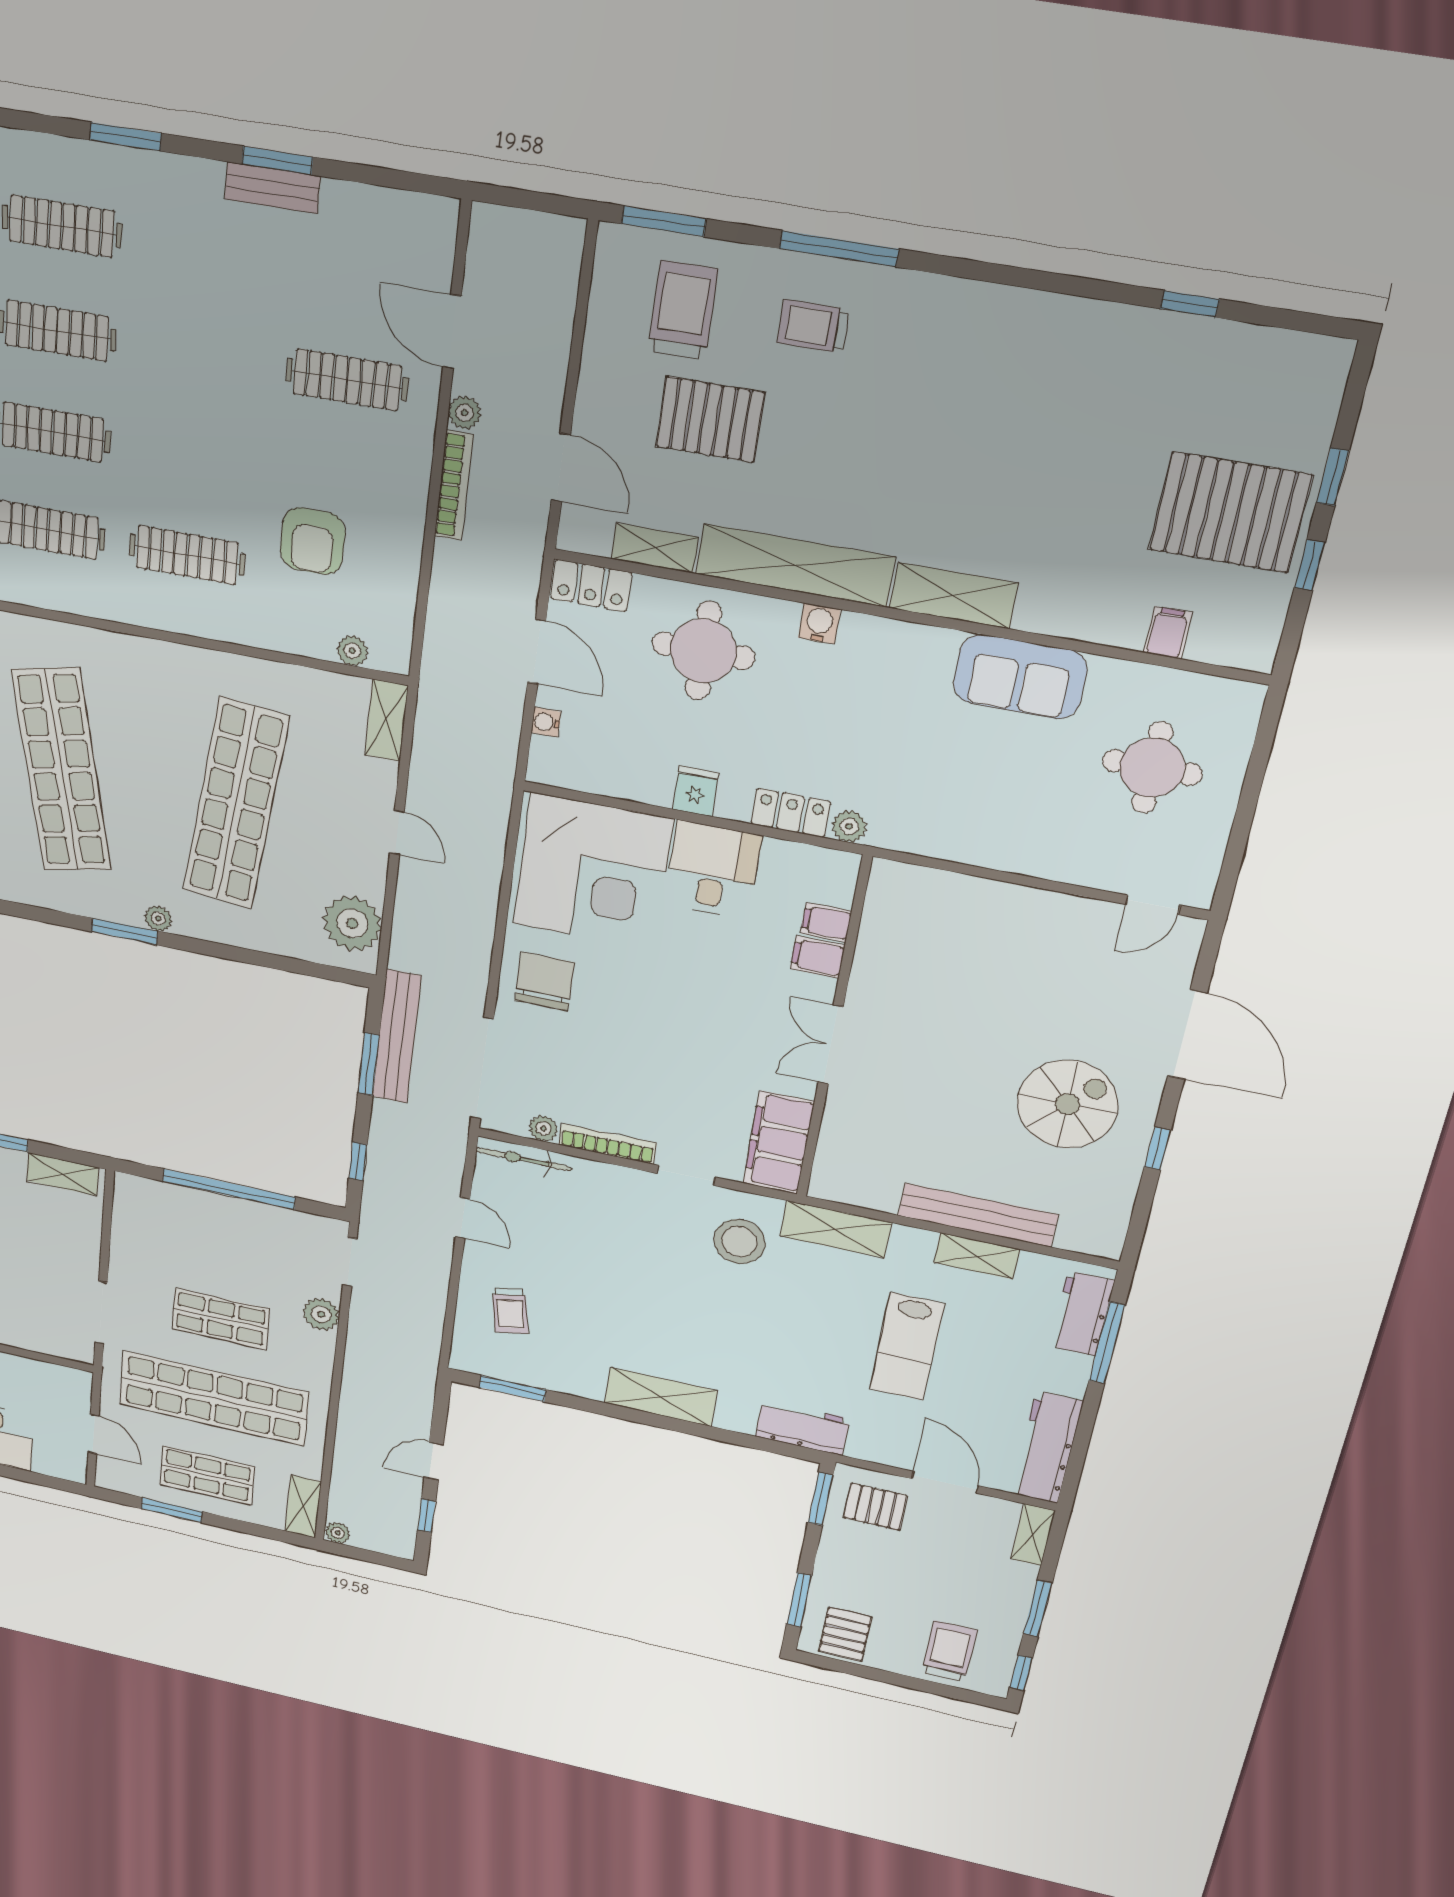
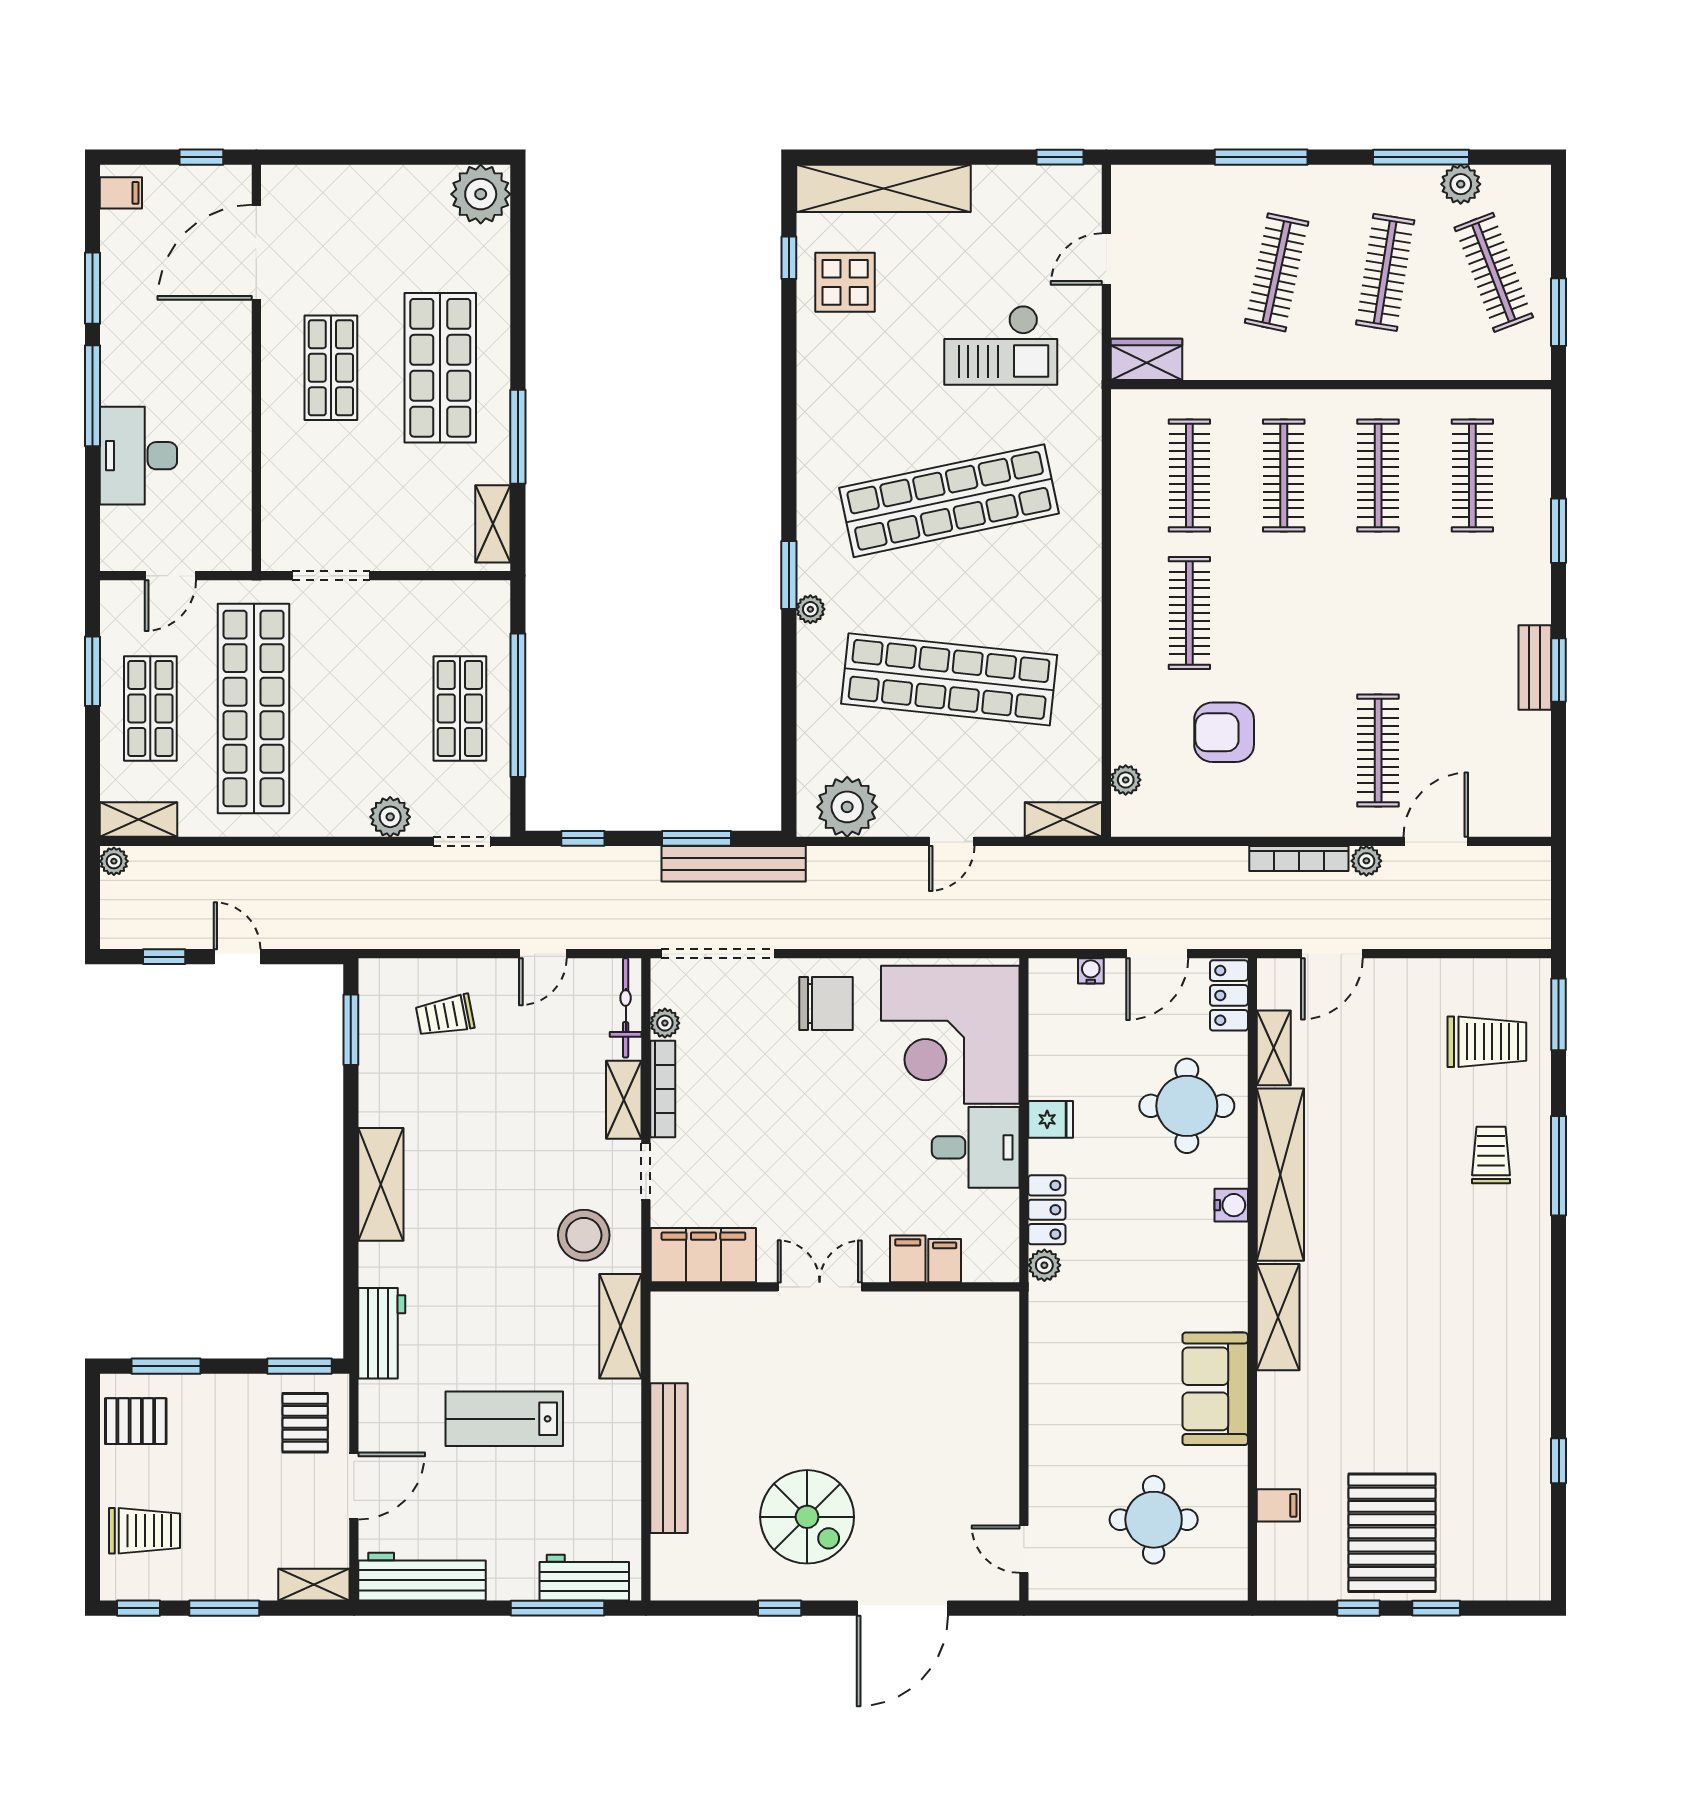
pallet: (710, 419) -> (1397, 1080), removed
shelving: (977, 1256) -> (624, 1100), moved
shop shelf: (221, 1319) -> (460, 708), moved

